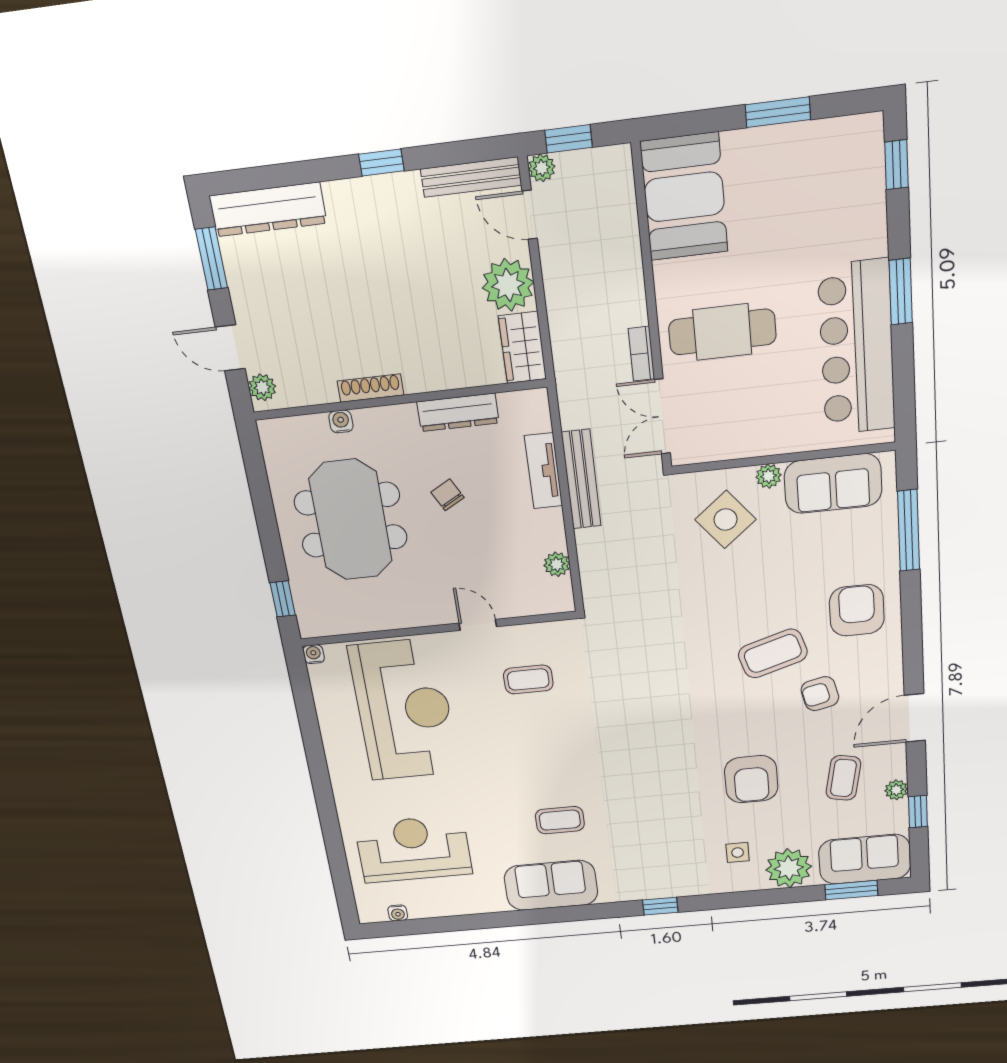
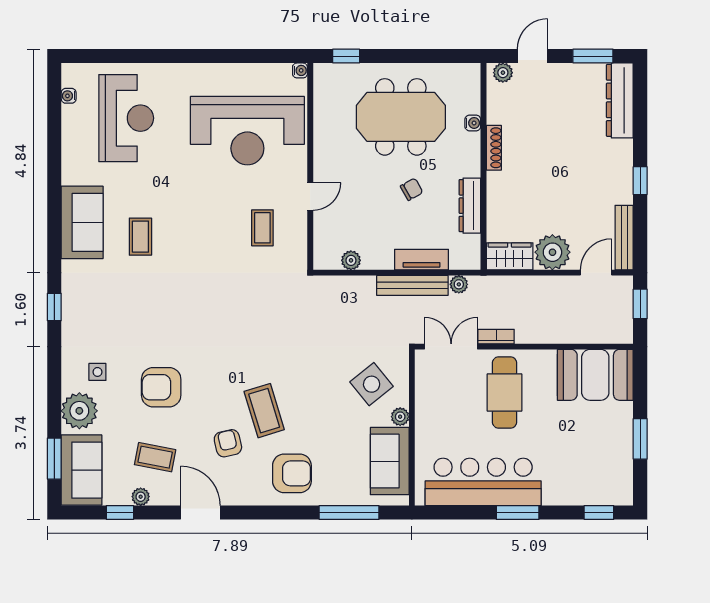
plant: (542, 168) -> (459, 284), moved

